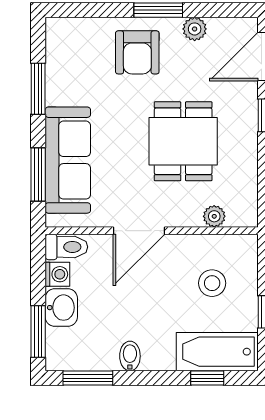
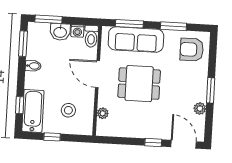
armchair: (137, 52) -> (192, 50), moved
dining table: (183, 141) -> (139, 84), moved

